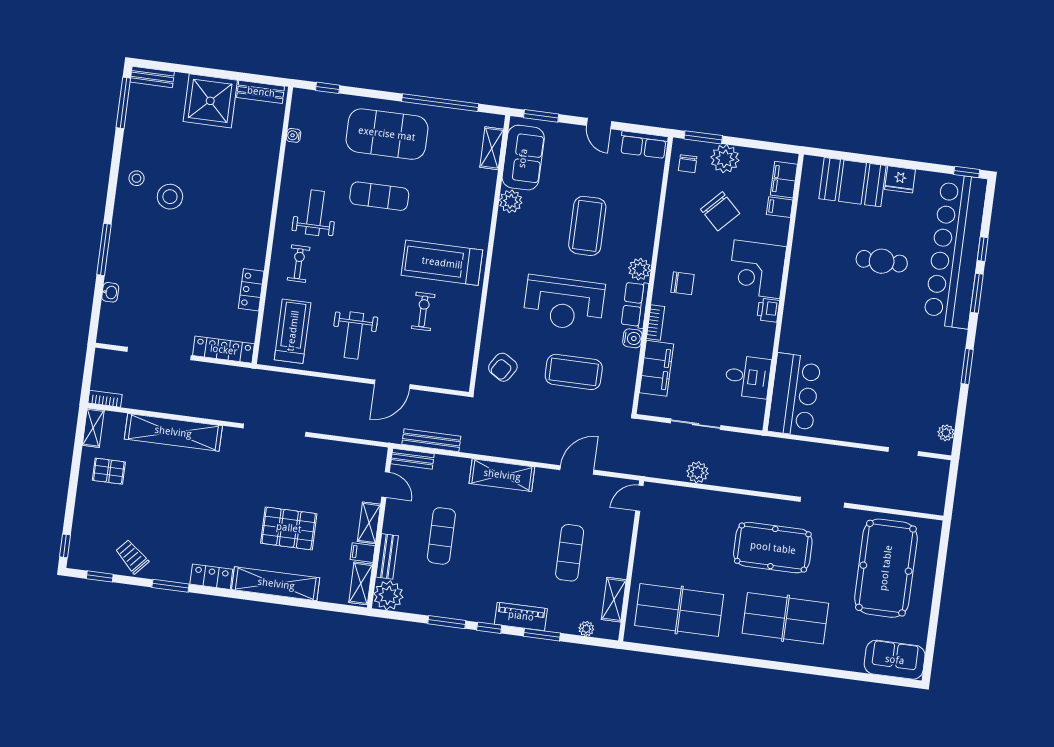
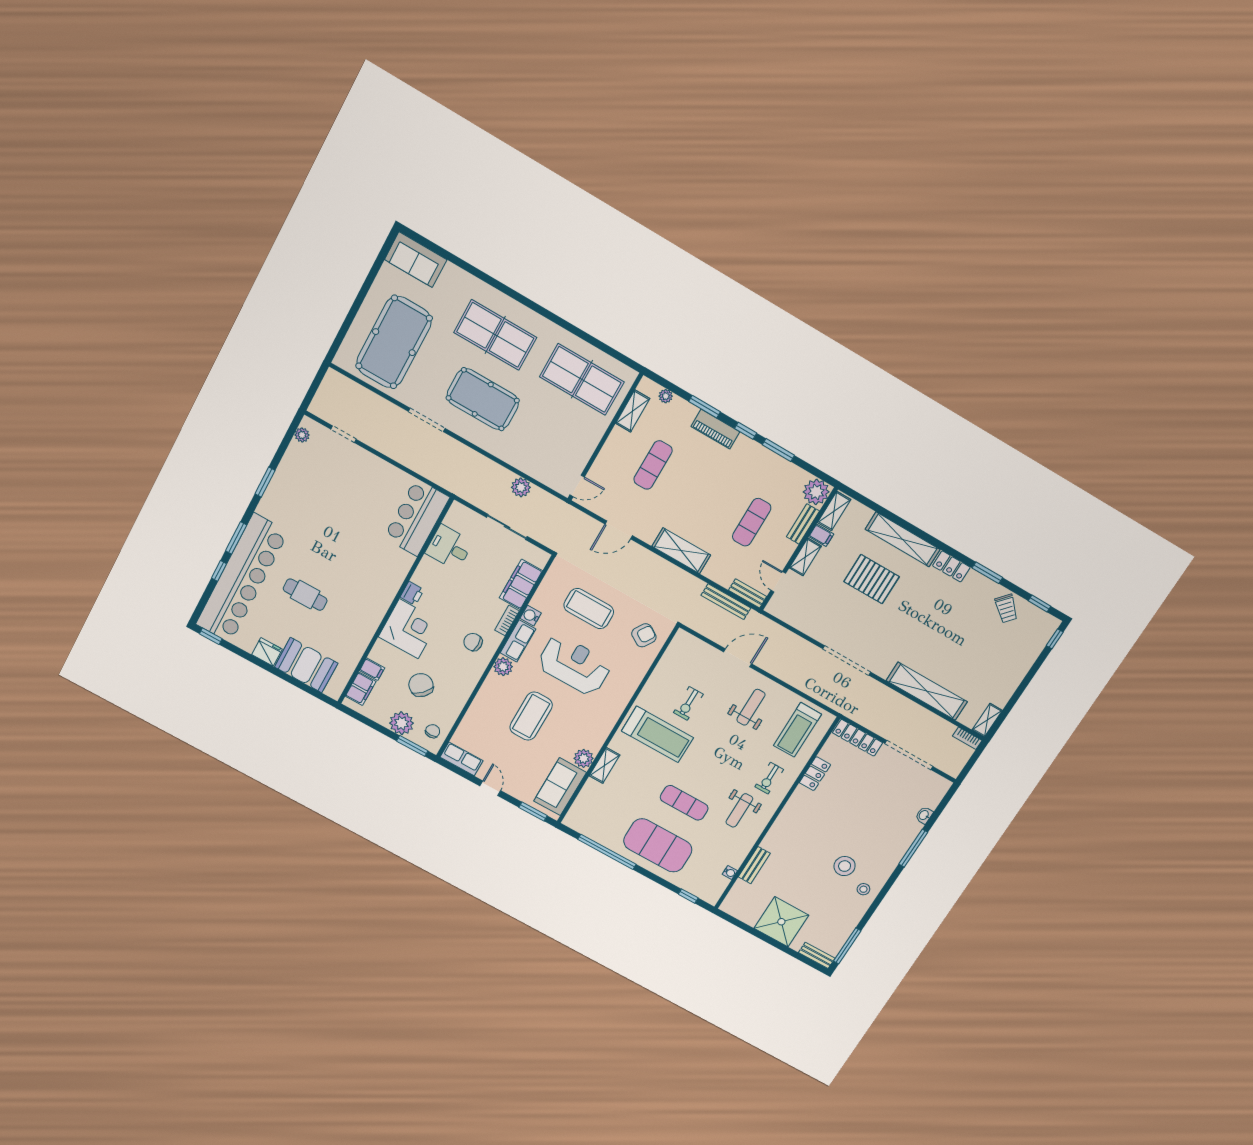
bench: (261, 92) -> (754, 865), moved, turned 90
shelving: (492, 148) -> (605, 765), moved
pallet: (109, 471) -> (992, 682), removed

